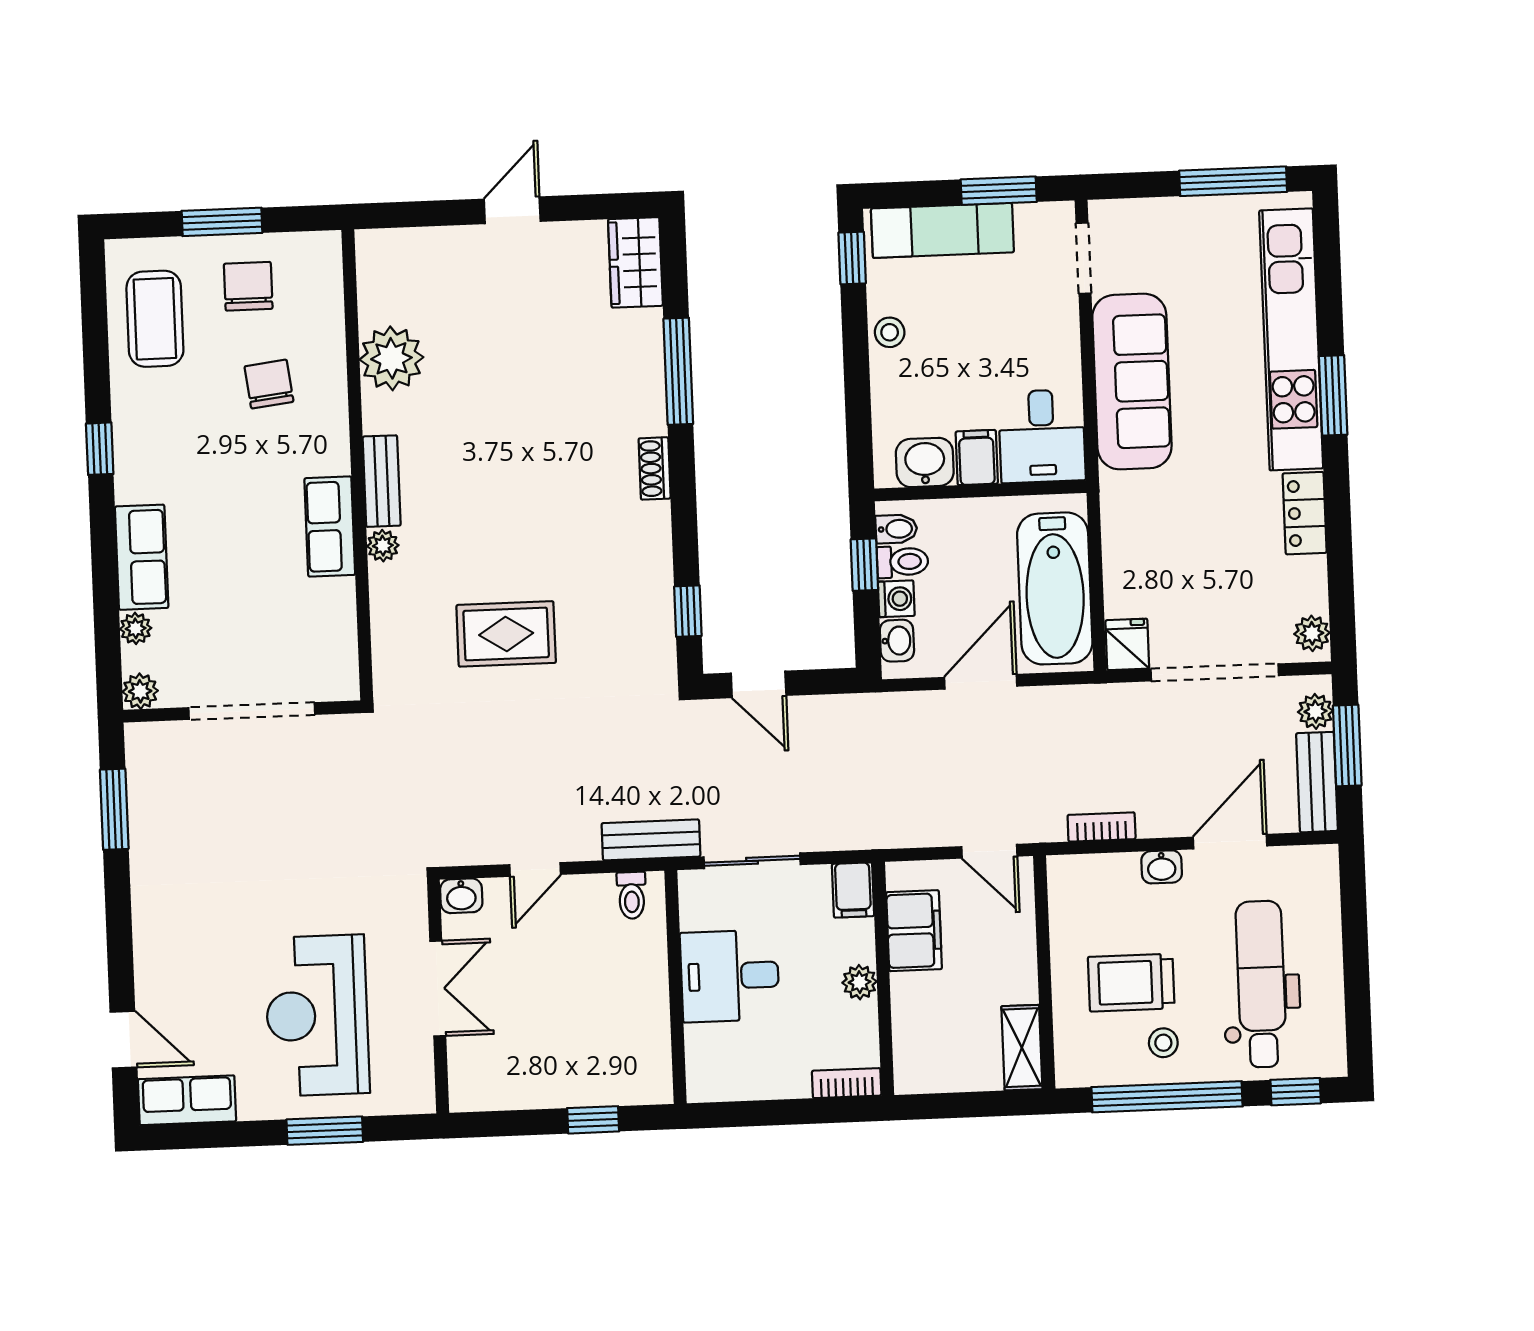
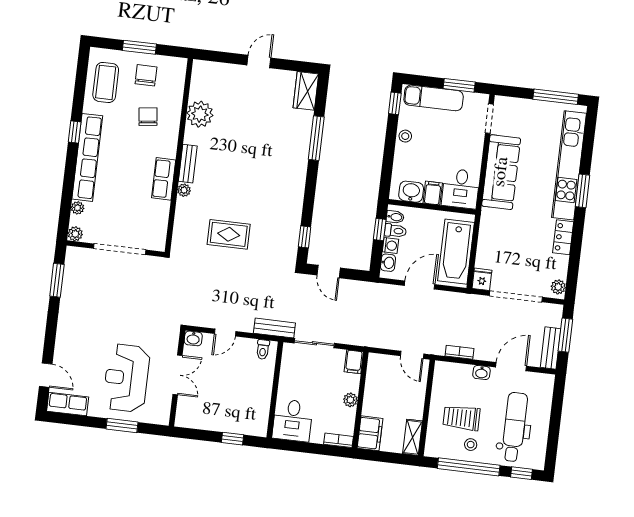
shoe rack: (655, 468) -> (300, 176), removed
row of seats: (142, 557) -> (87, 157), width x2.02
plant: (1315, 711) -> (555, 319), removed
filing cabinet: (914, 931) -> (370, 433), moved
desk: (730, 976) -> (293, 420), moved, turned -90

